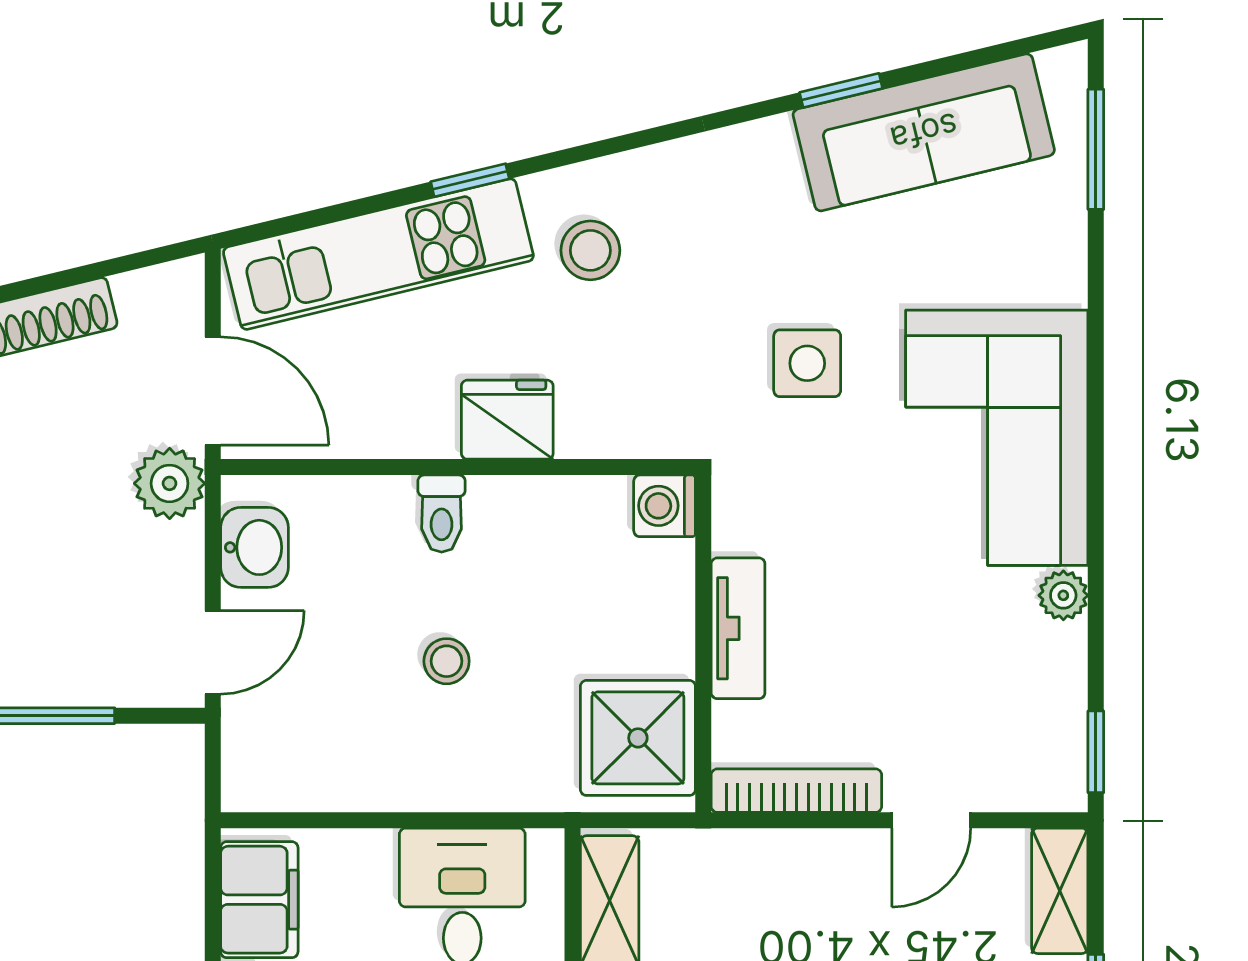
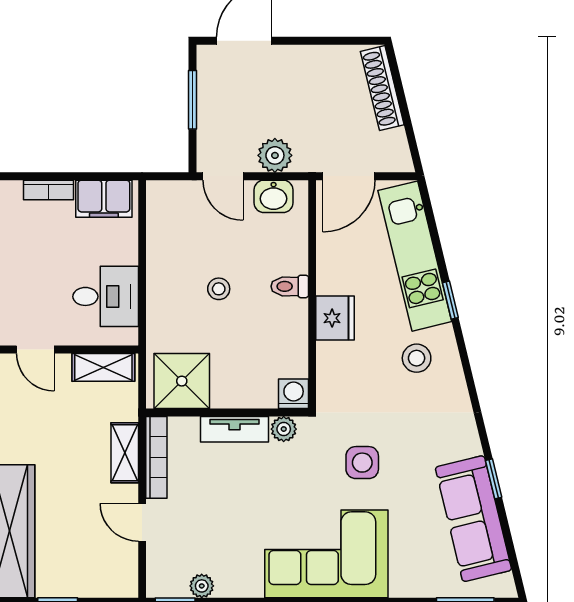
plant: (170, 483) -> (275, 155), moved
plant: (738, 526) -> (284, 429), added
plant: (1063, 595) -> (202, 586), moved
shelving: (1060, 891) -> (125, 453), moved, turned 90

